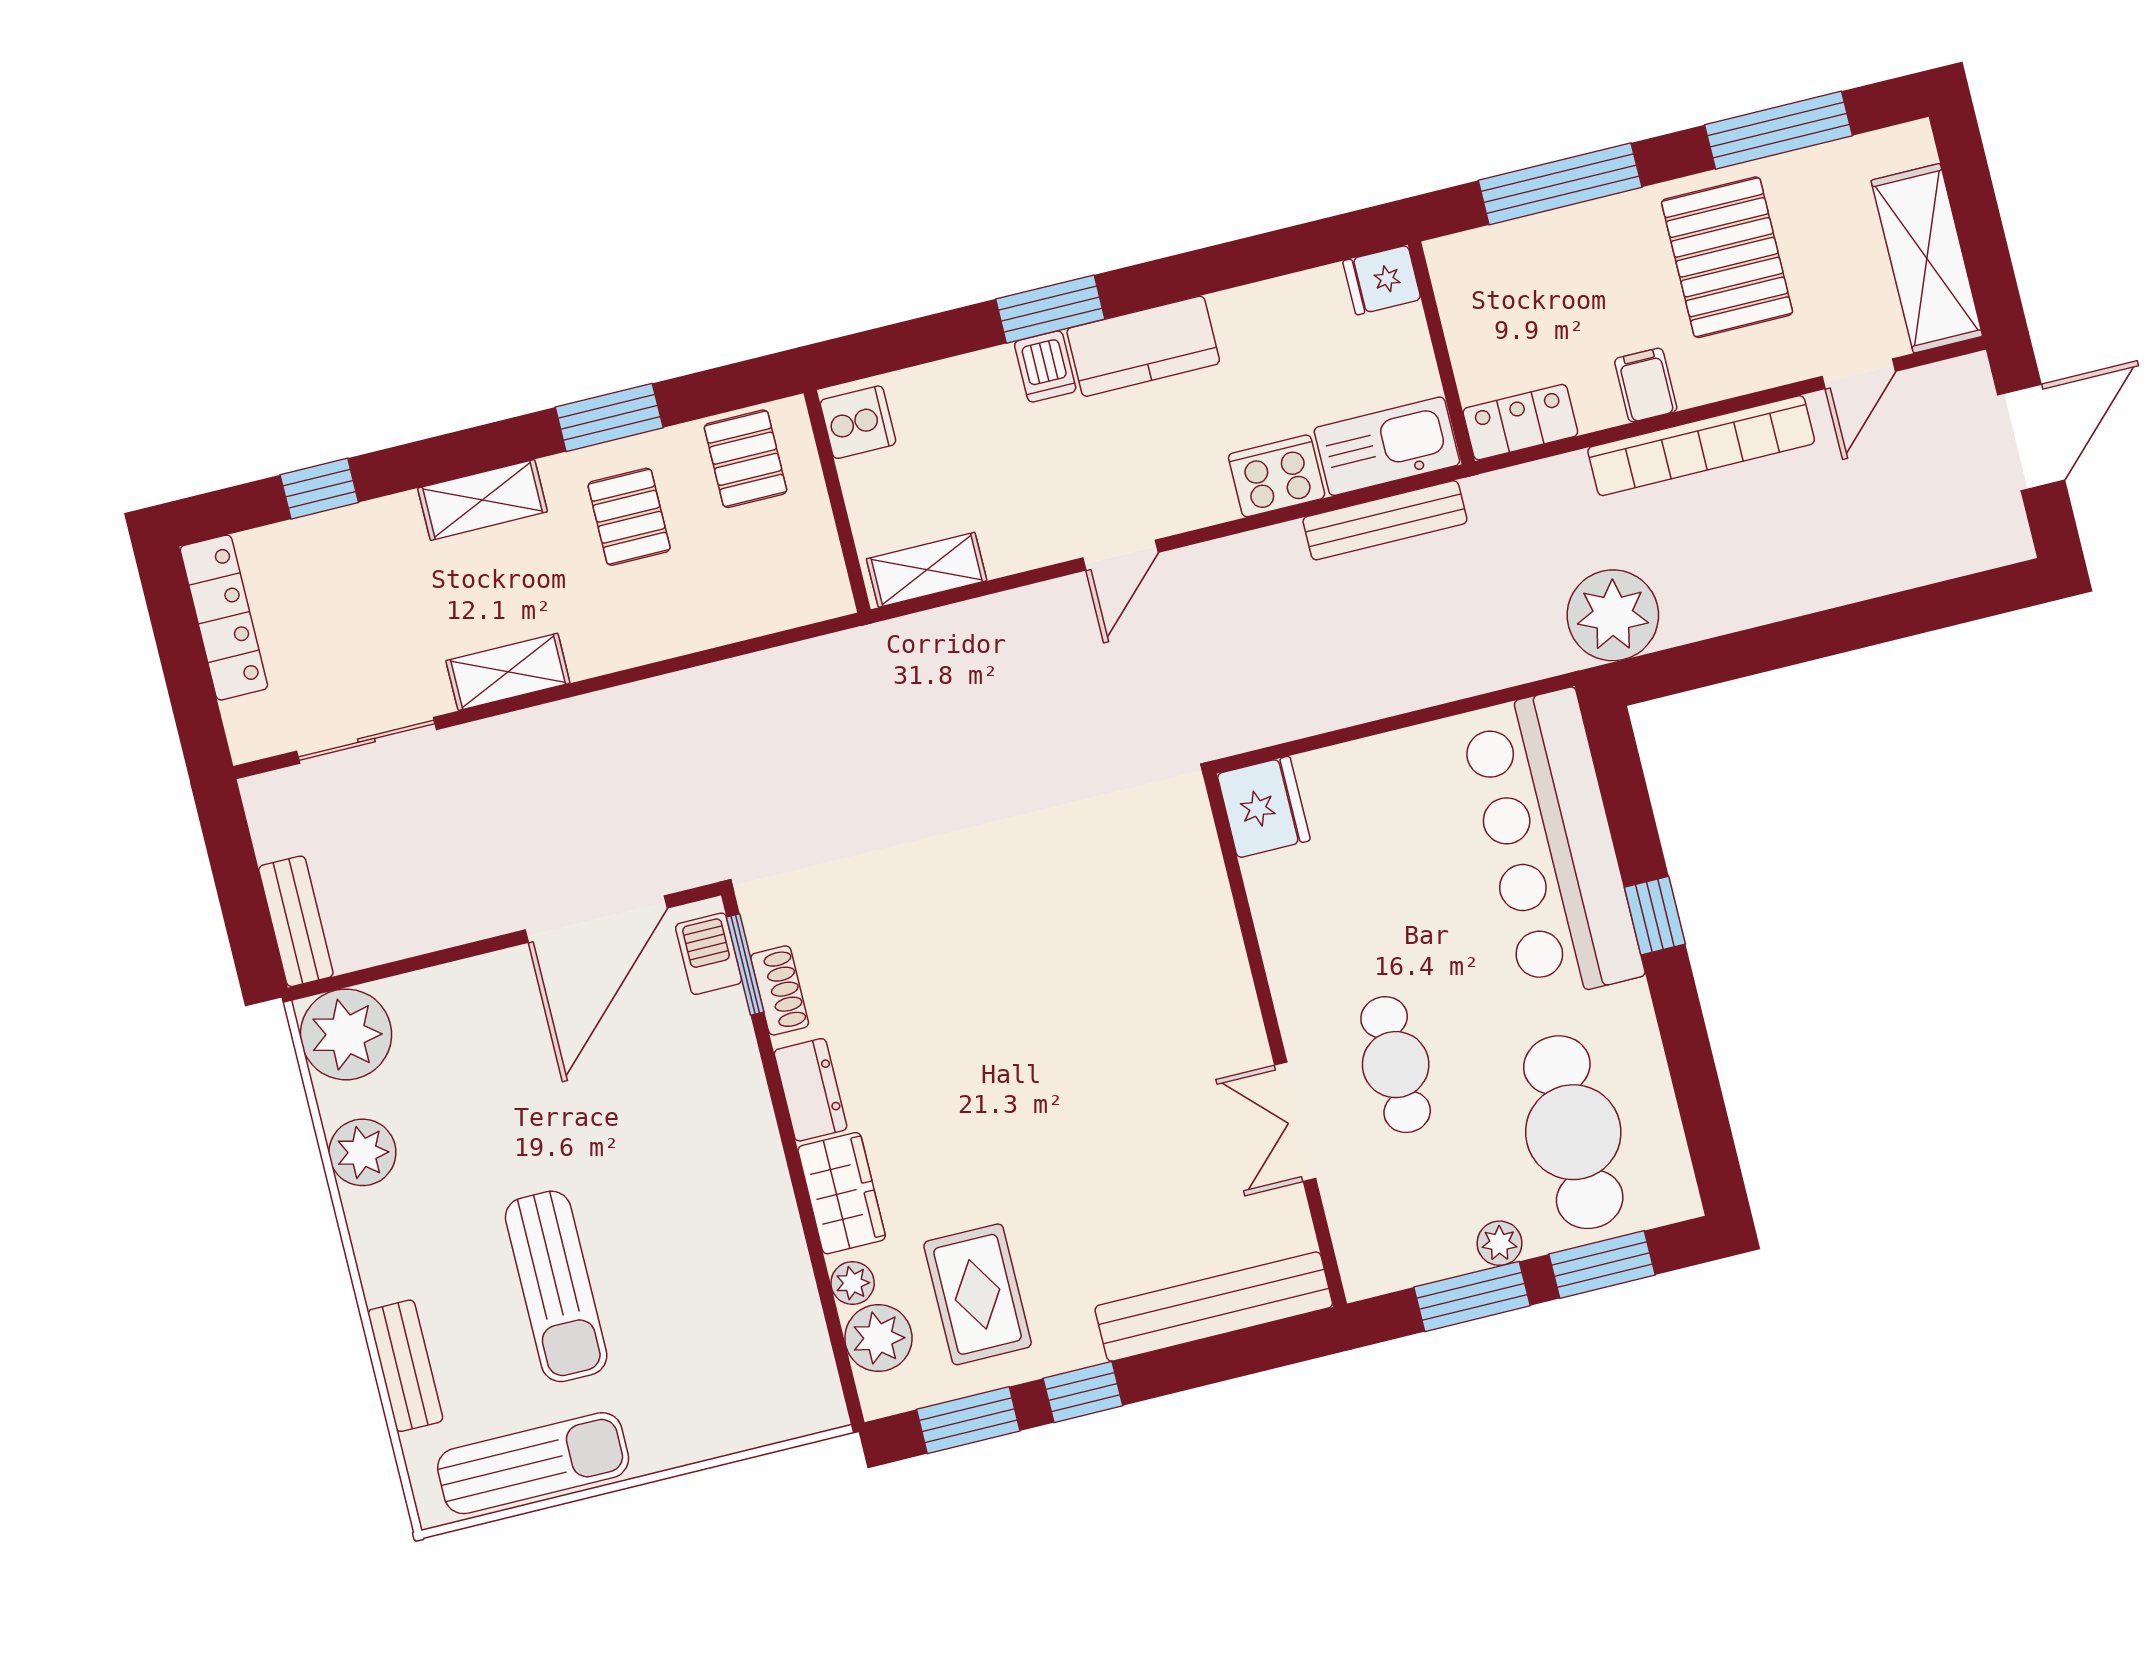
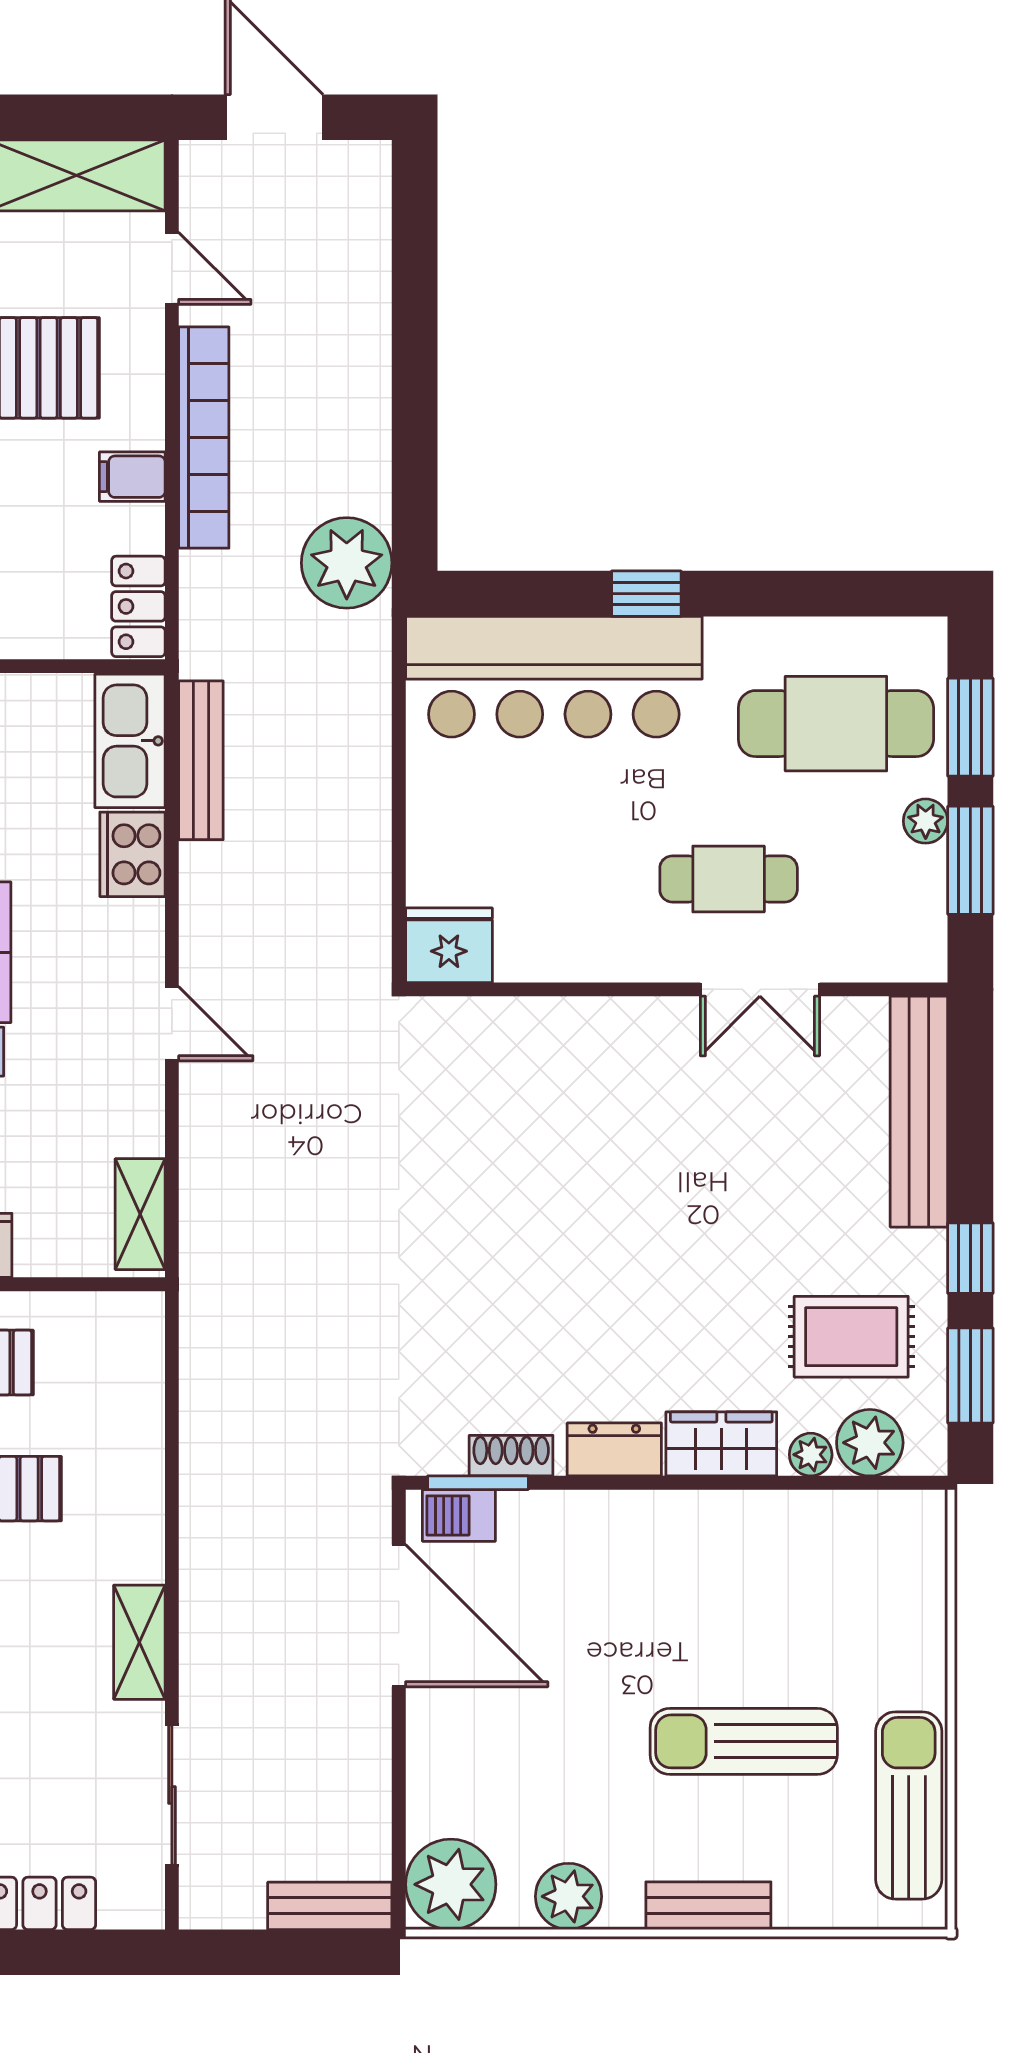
sun lounger: (556, 1286) -> (744, 1741), turned 180
bench: (405, 1366) -> (708, 1906), moved

